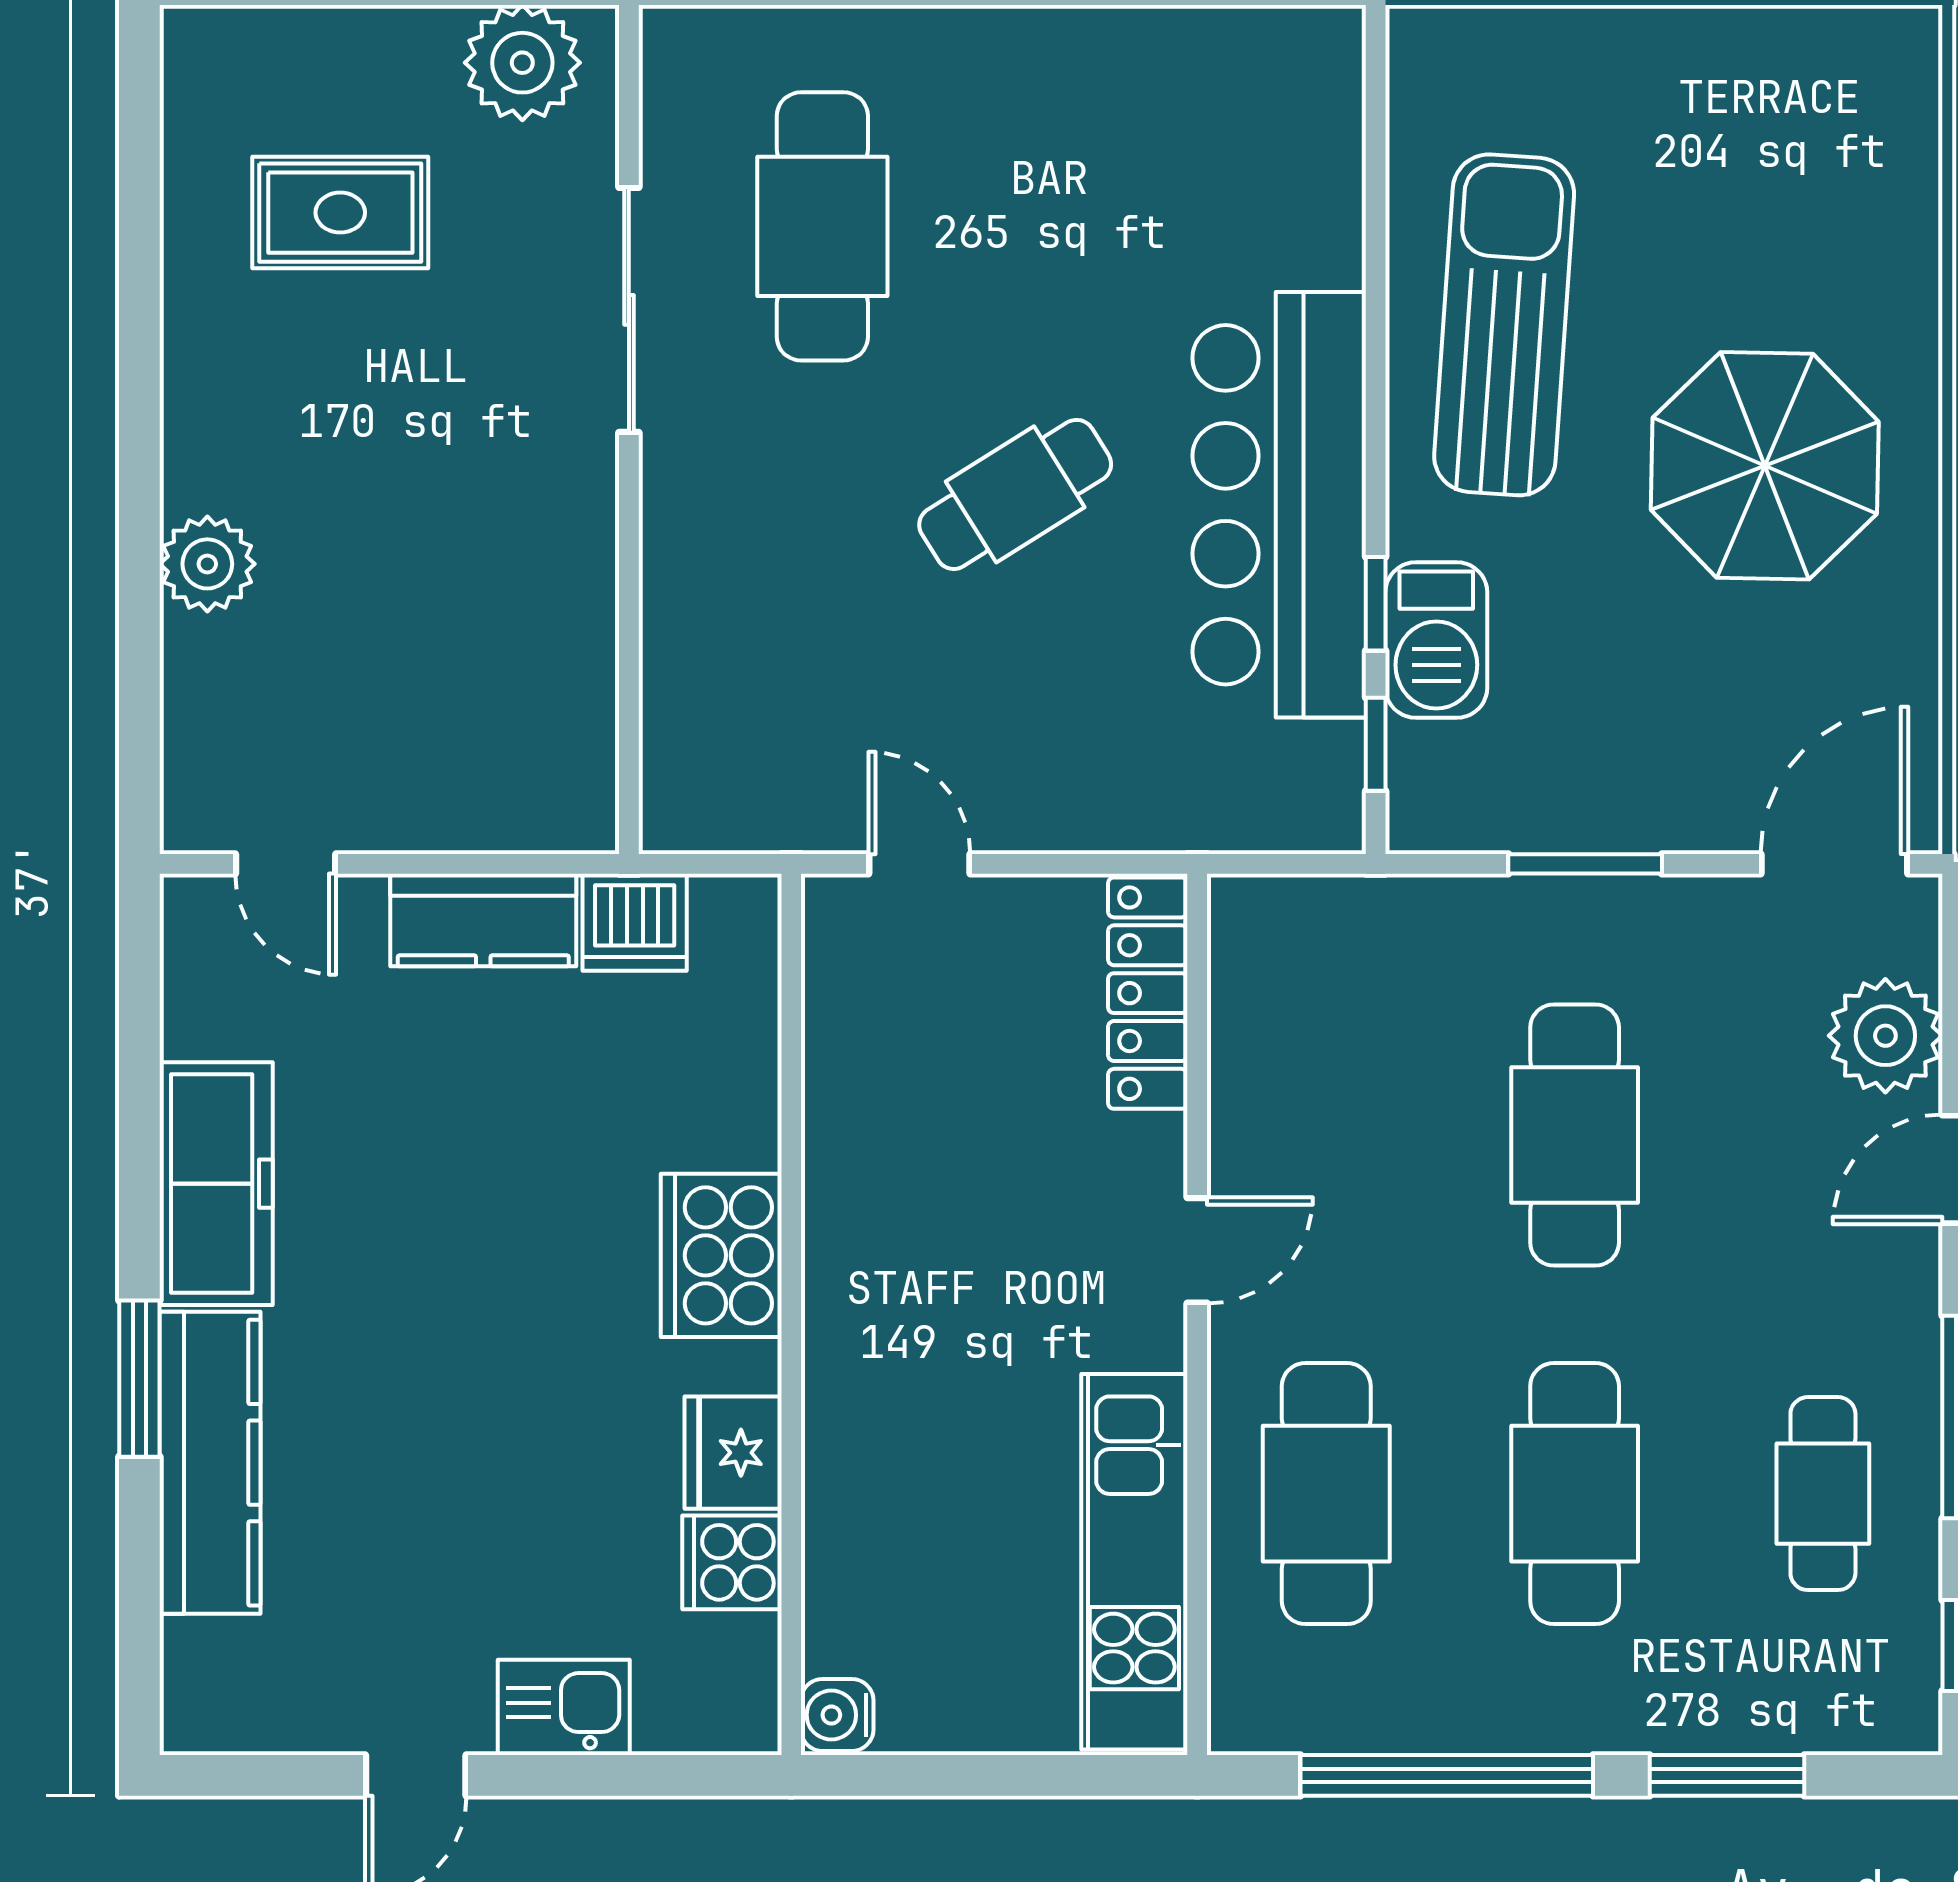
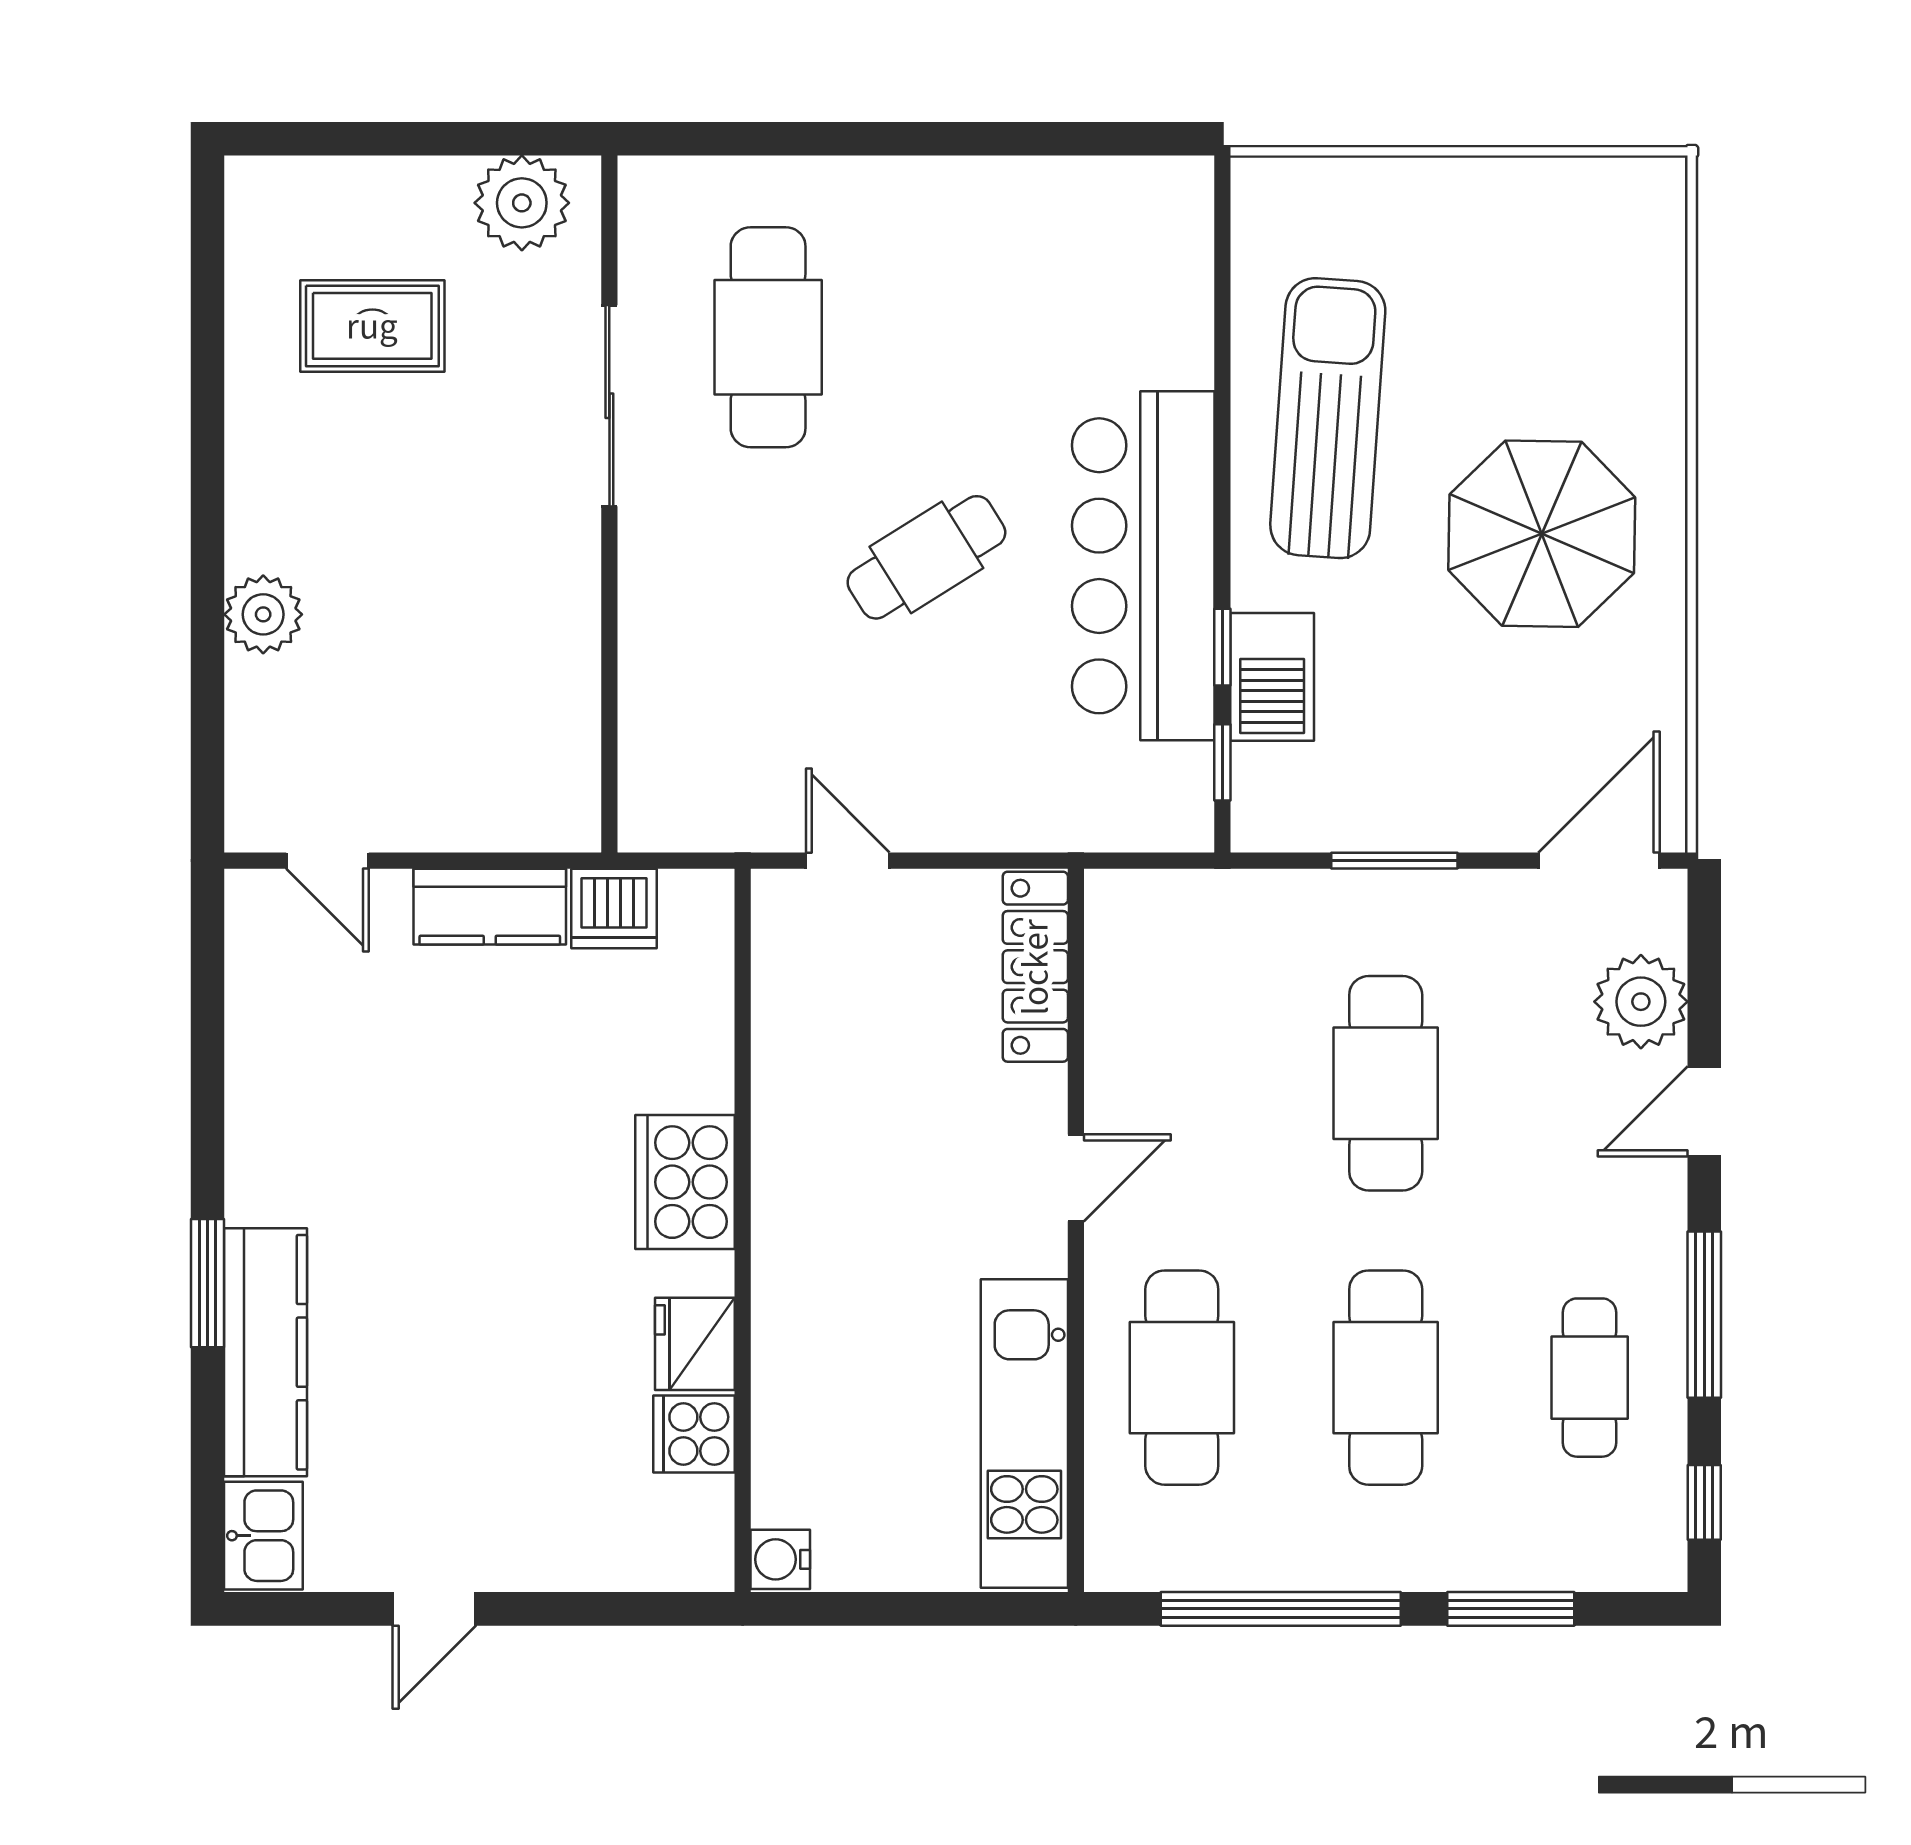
freezer: (216, 1184) -> (270, 1123), removed
kitchen sink: (564, 1707) -> (263, 1536), moved, turned 90

